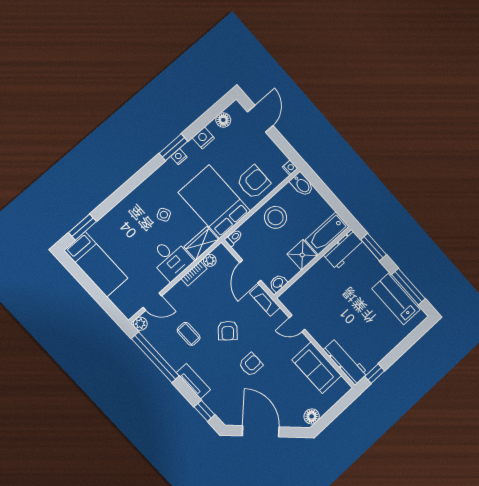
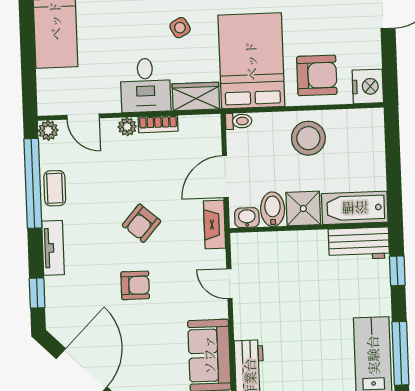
nightstand: (290, 168) -> (368, 86), width x1.89, depth x1.79
bidet: (302, 184) -> (273, 209), moved, turned 180
window: (374, 247) -> (397, 271), width x0.67
plant: (210, 260) -> (127, 127), moved
coffee table: (189, 334) -> (55, 188), moved

